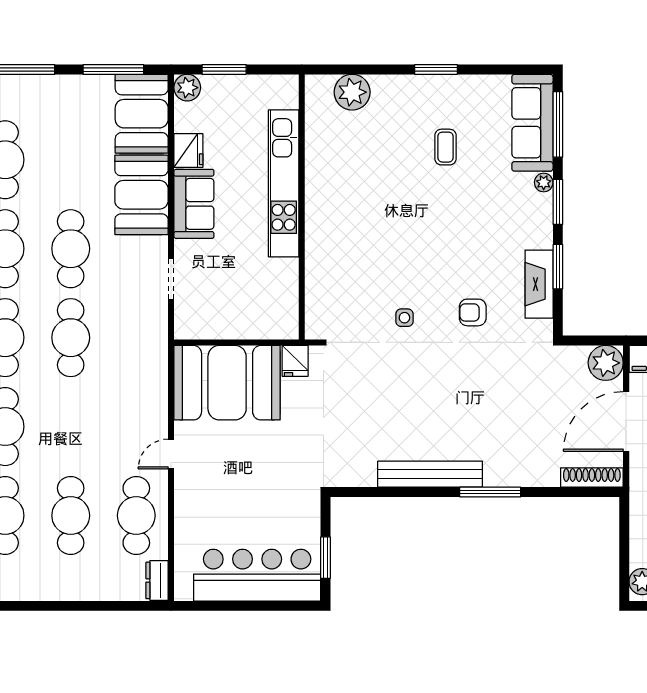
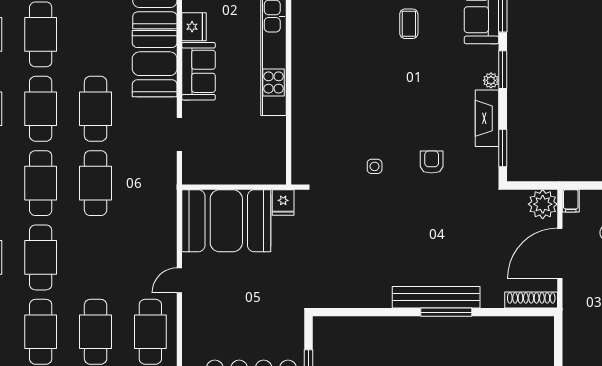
plant: (544, 182) -> (491, 80), moved
window: (558, 267) -> (503, 148), moved
fireplace: (539, 284) -> (487, 118), moved
armchair: (473, 312) -> (432, 162), turned 90
bench: (430, 474) -> (436, 297), moved

